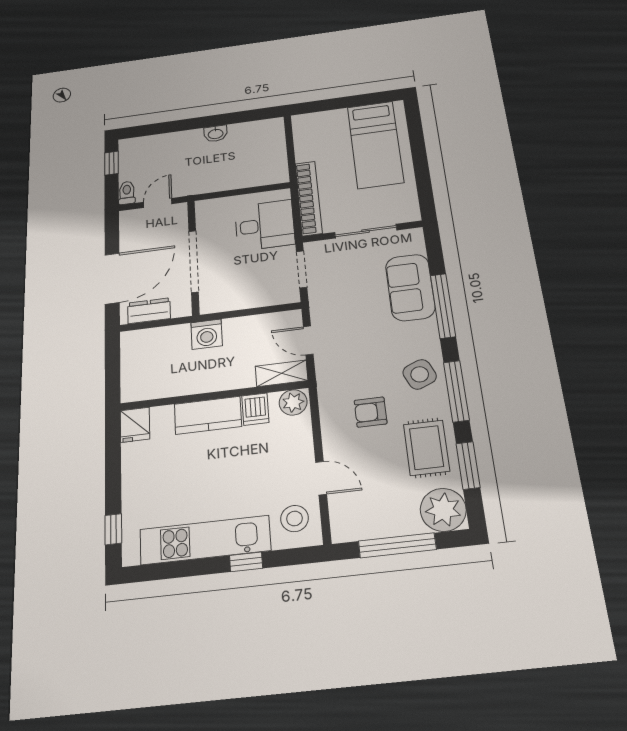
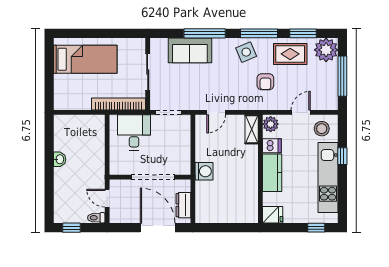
shelving: (282, 373) -> (252, 129), moved
wall: (214, 396) -> (260, 169), moved
plant: (293, 402) -> (271, 124), moved
dishwasher: (255, 409) -> (272, 146), moved
kitchen counter: (208, 415) -> (272, 173), moved
fridge: (135, 425) -> (273, 215), moved

